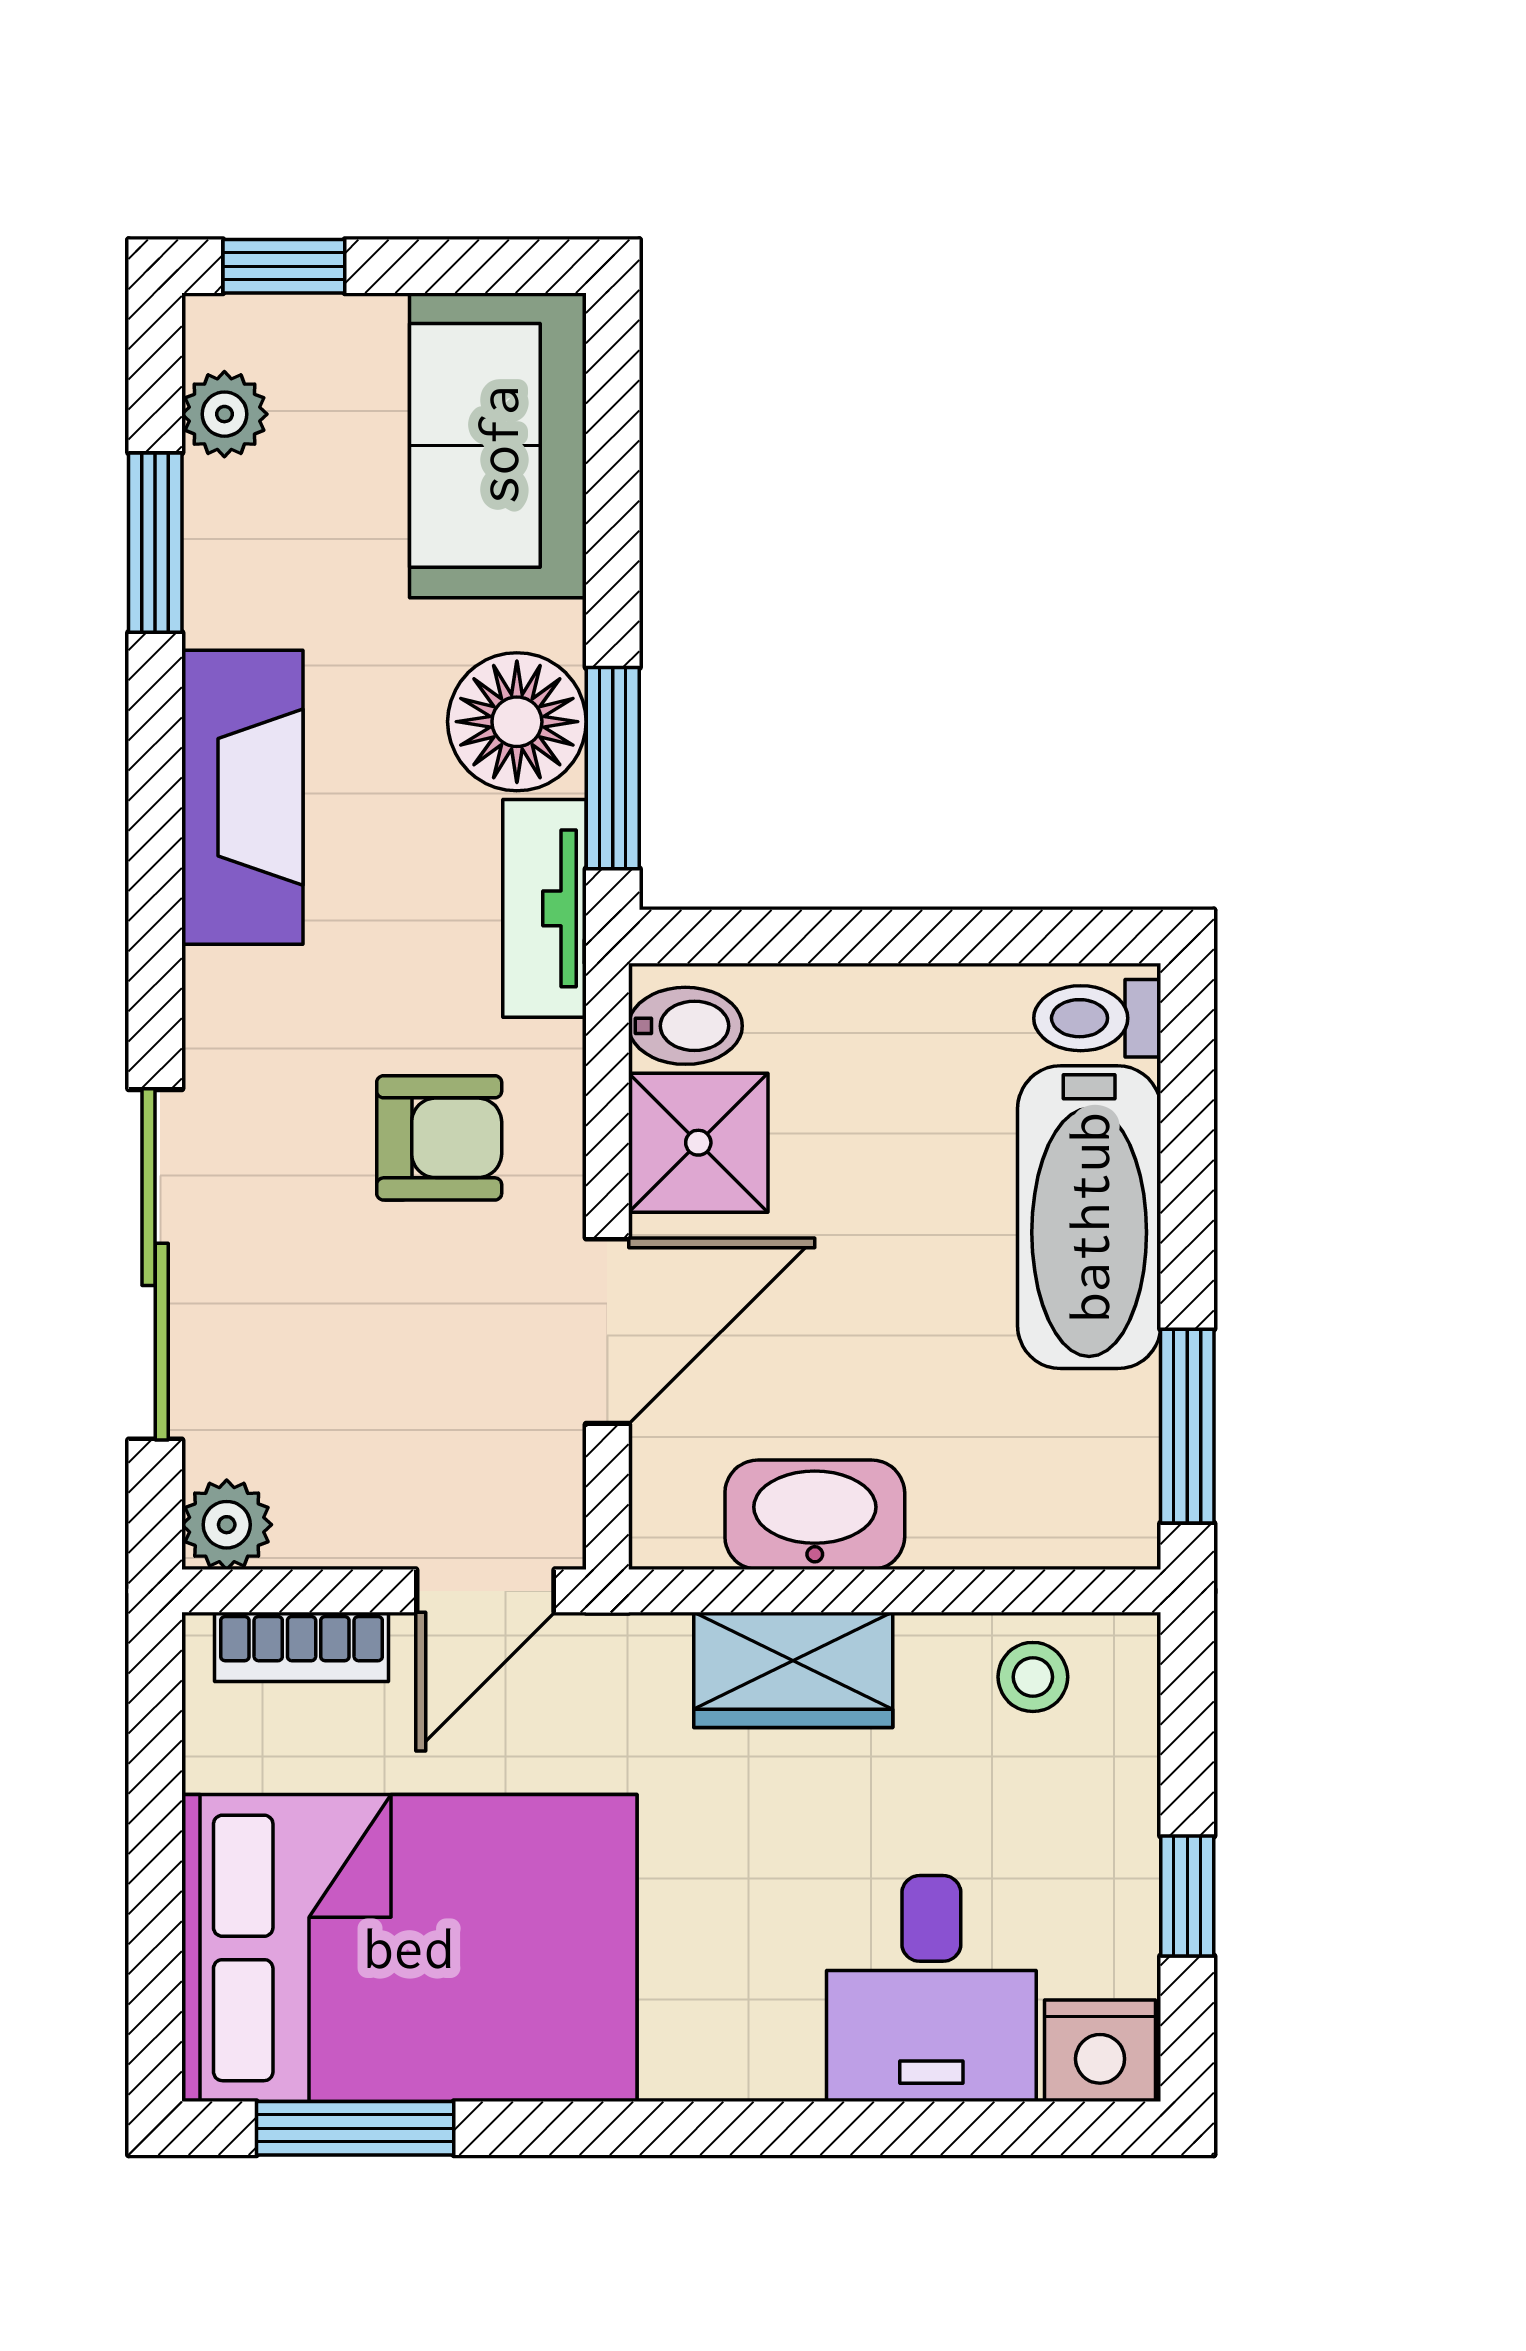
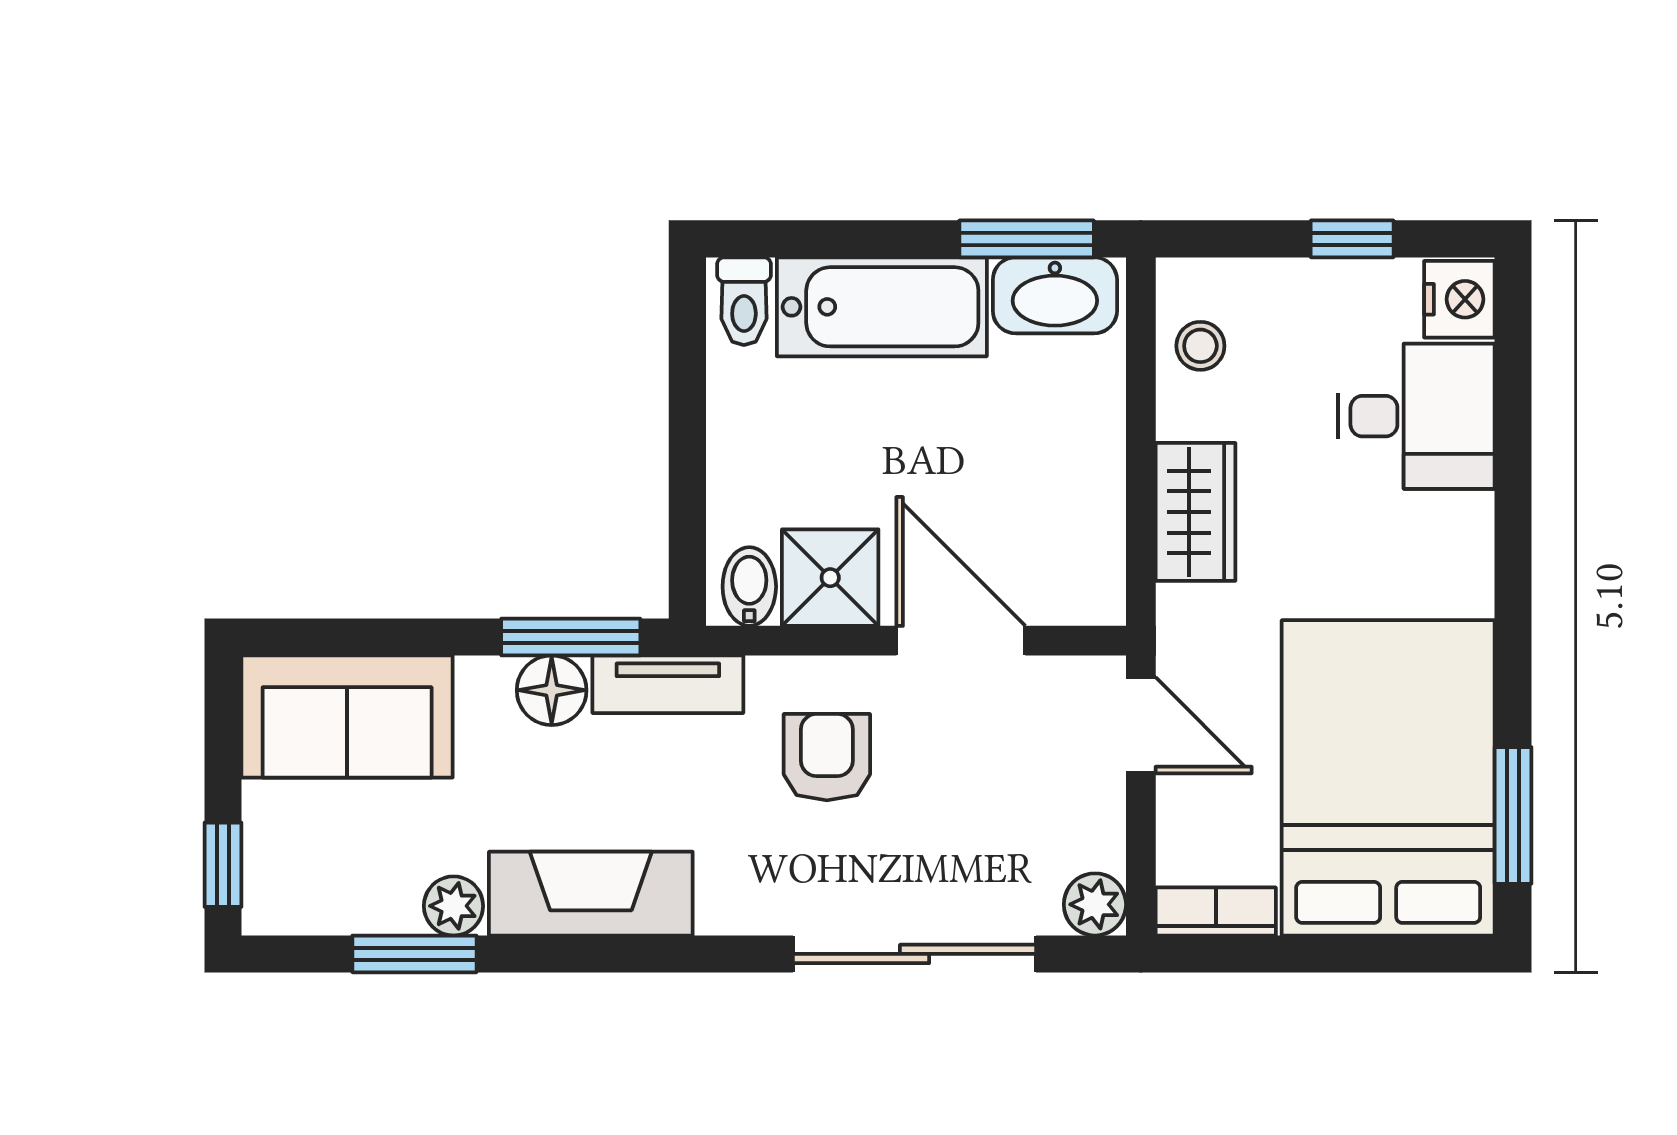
plant: (224, 414) -> (453, 906), moved
floor lamp: (517, 722) -> (552, 690), width x0.73, depth x0.73
washbasin: (815, 1515) -> (1055, 295), moved, turned -90
bookcase: (302, 1647) -> (1216, 911), moved, turned -90

